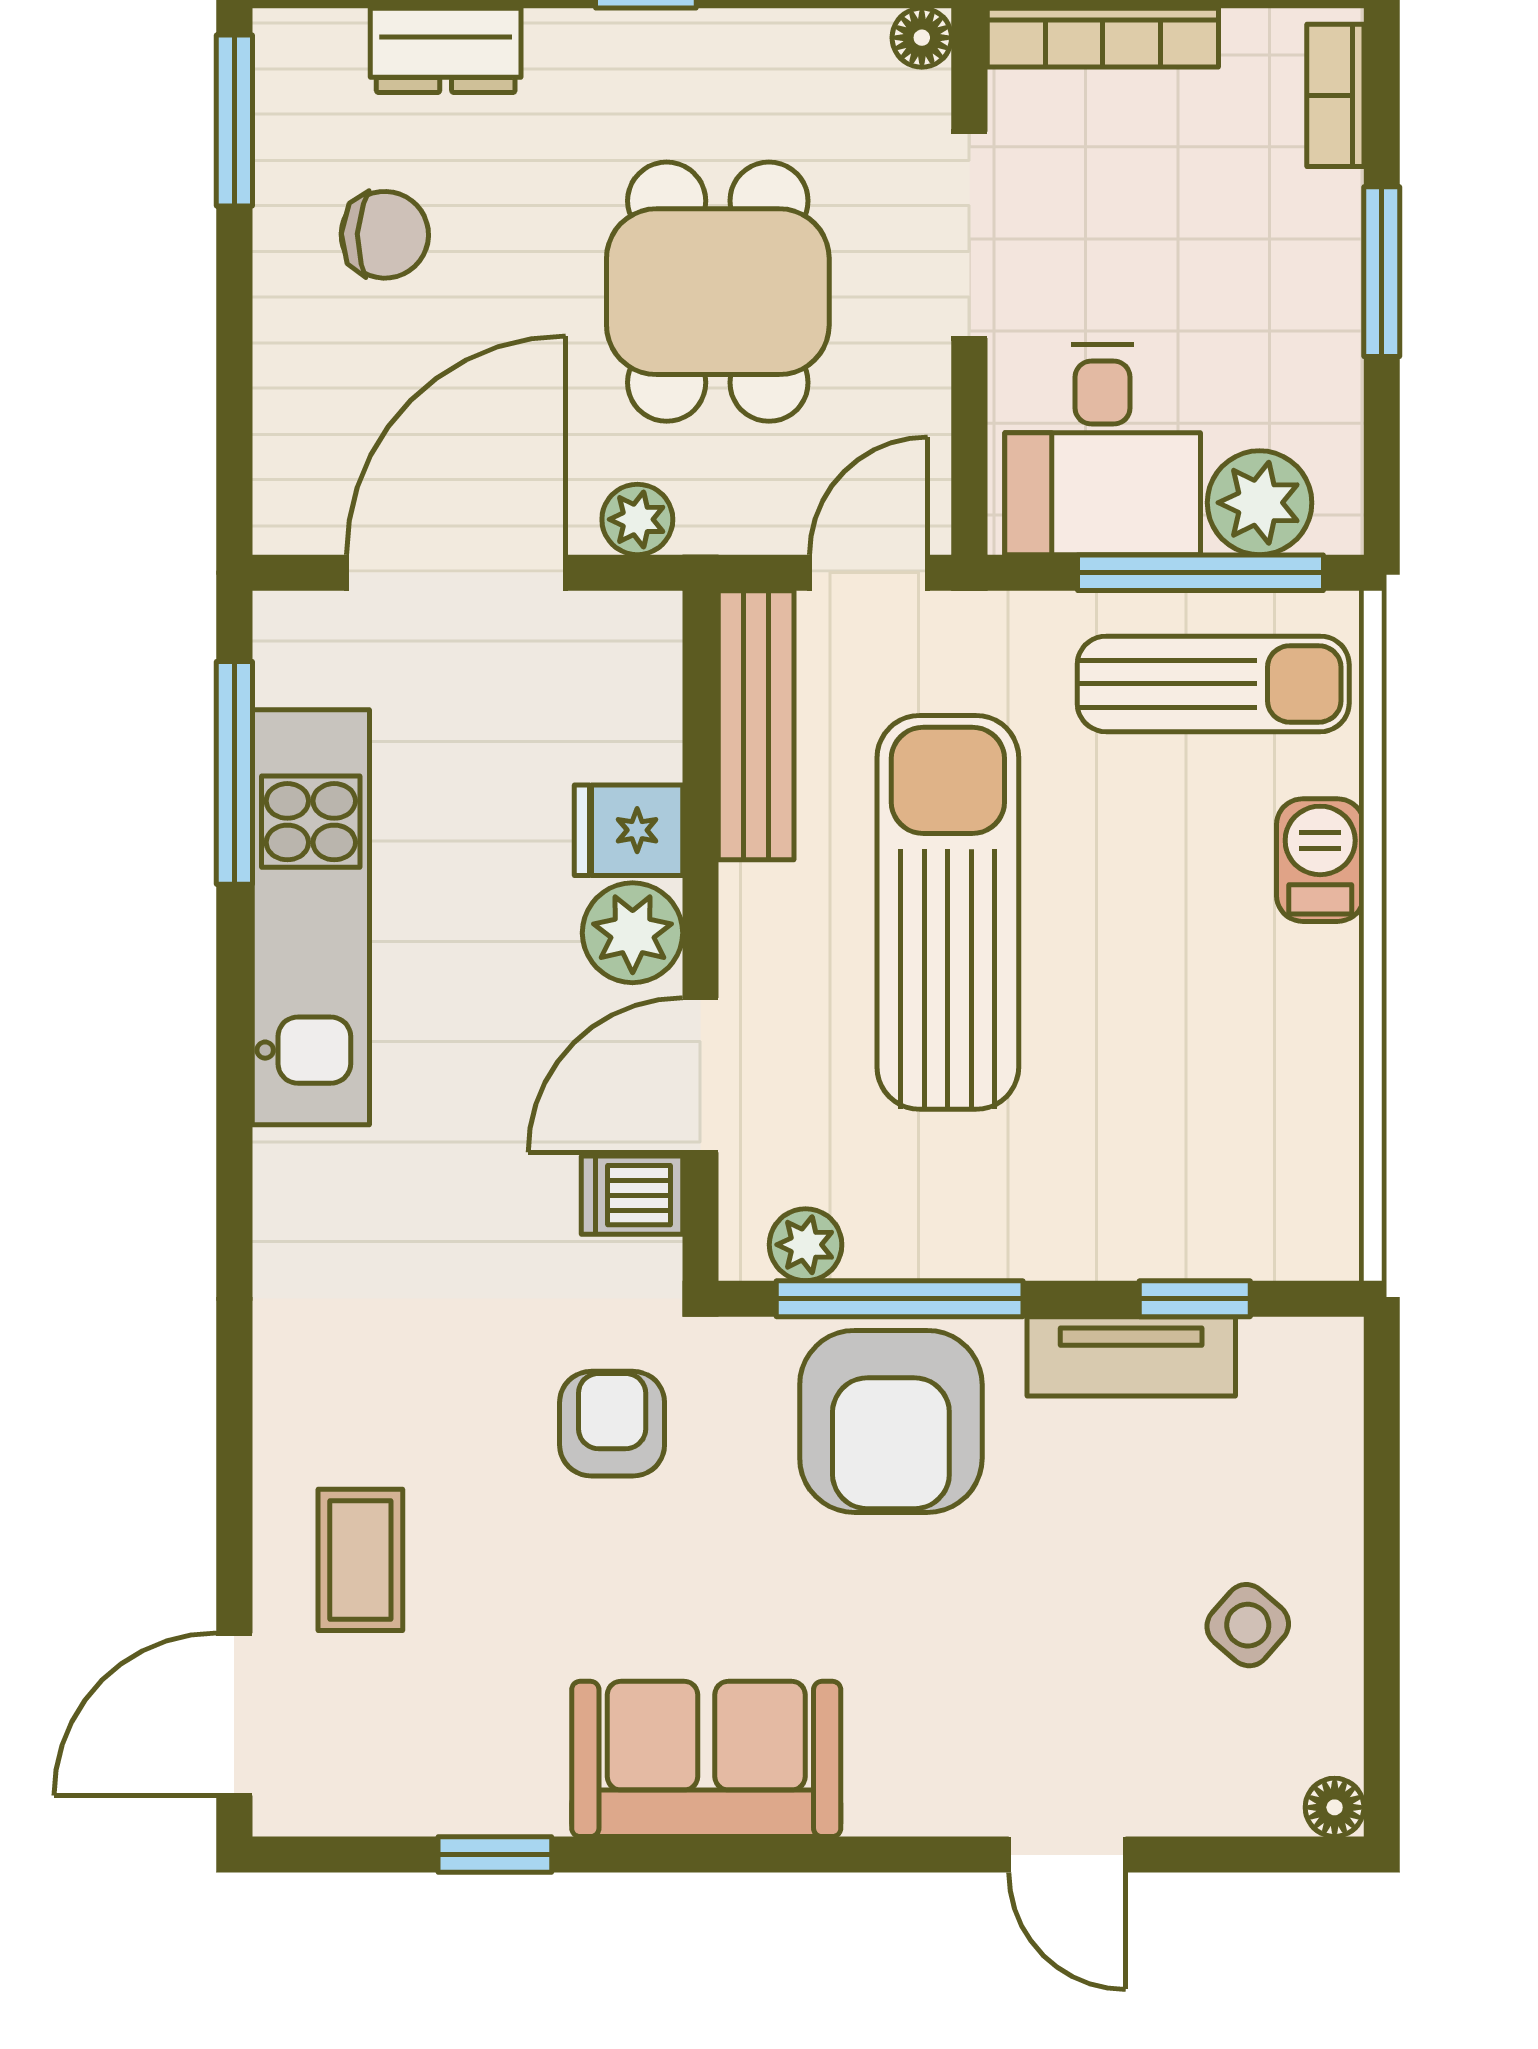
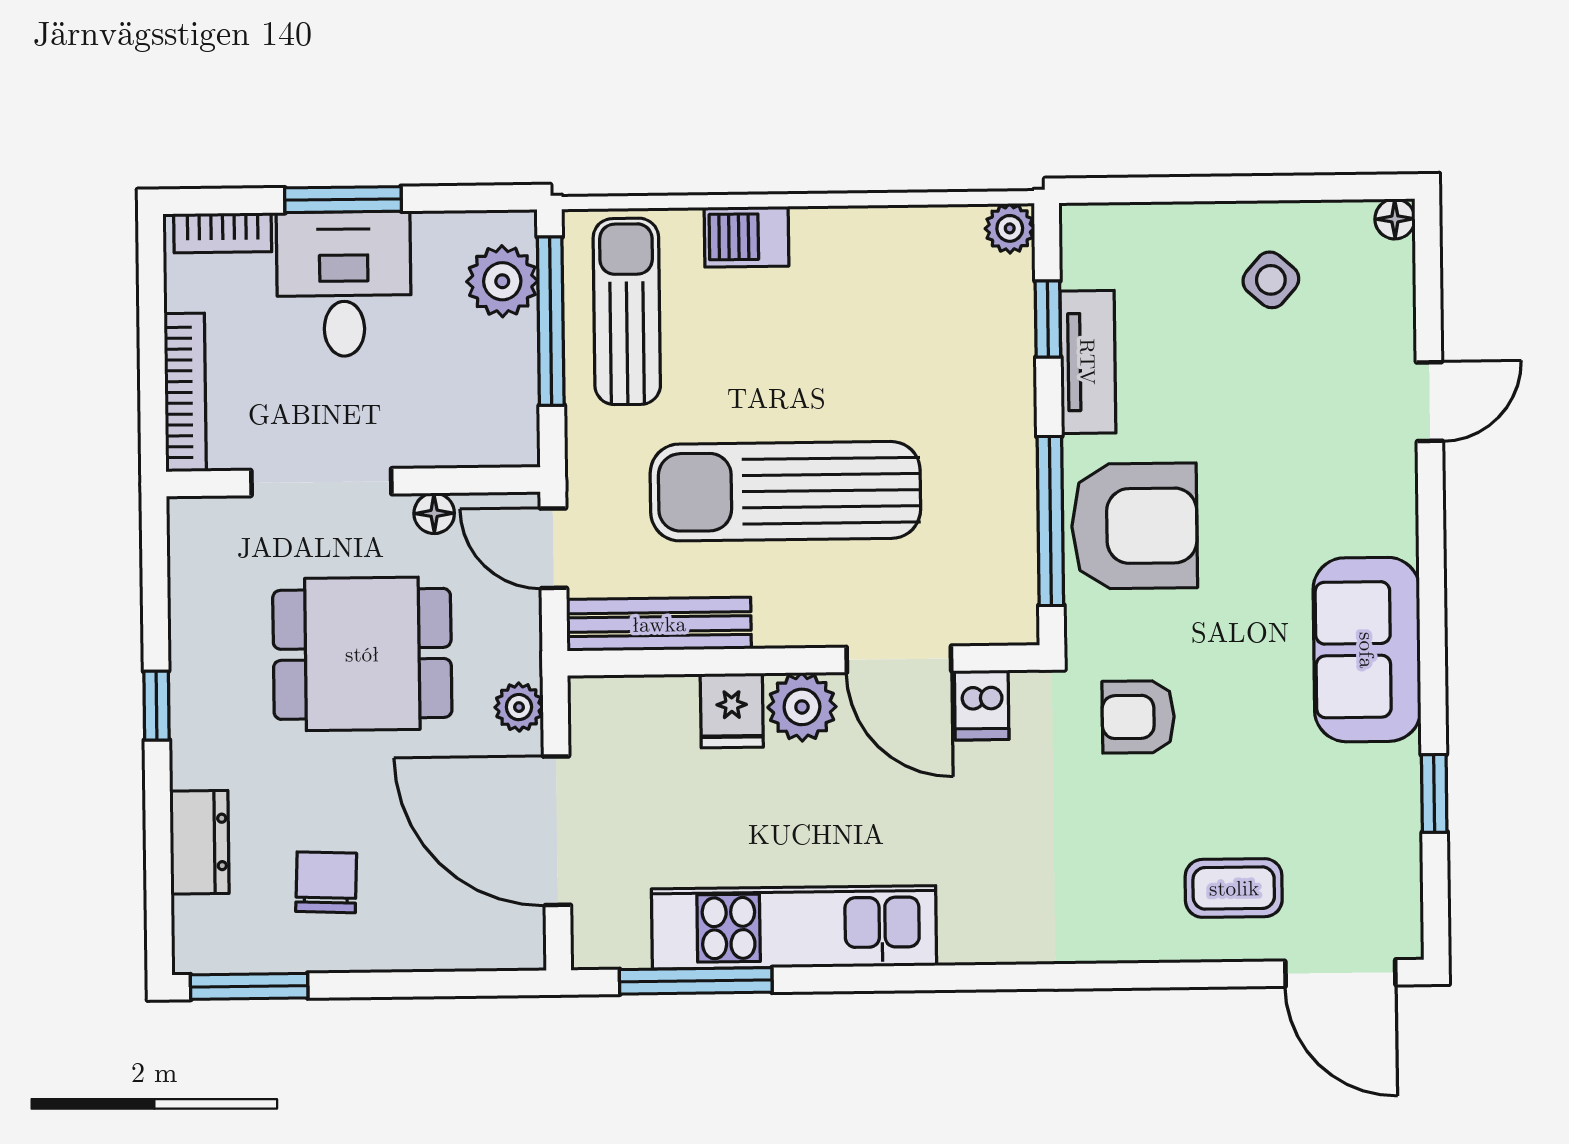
floor lamp: (922, 38) -> (434, 513), moved
desk: (1103, 449) -> (344, 284), moved, turned -90
plant: (806, 1245) -> (1010, 228), moved

